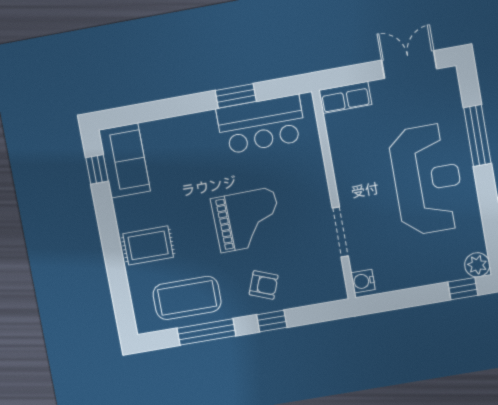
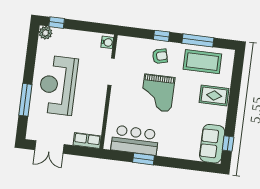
grand piano: (247, 220) -> (158, 93), turned -89
armchair: (264, 285) -> (160, 56), turned 145

